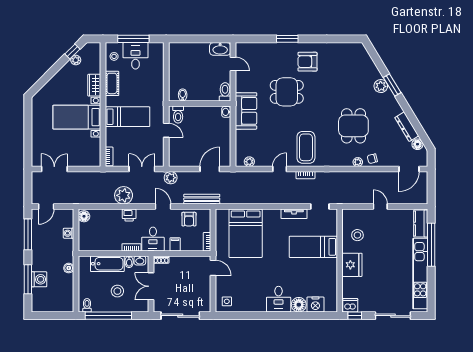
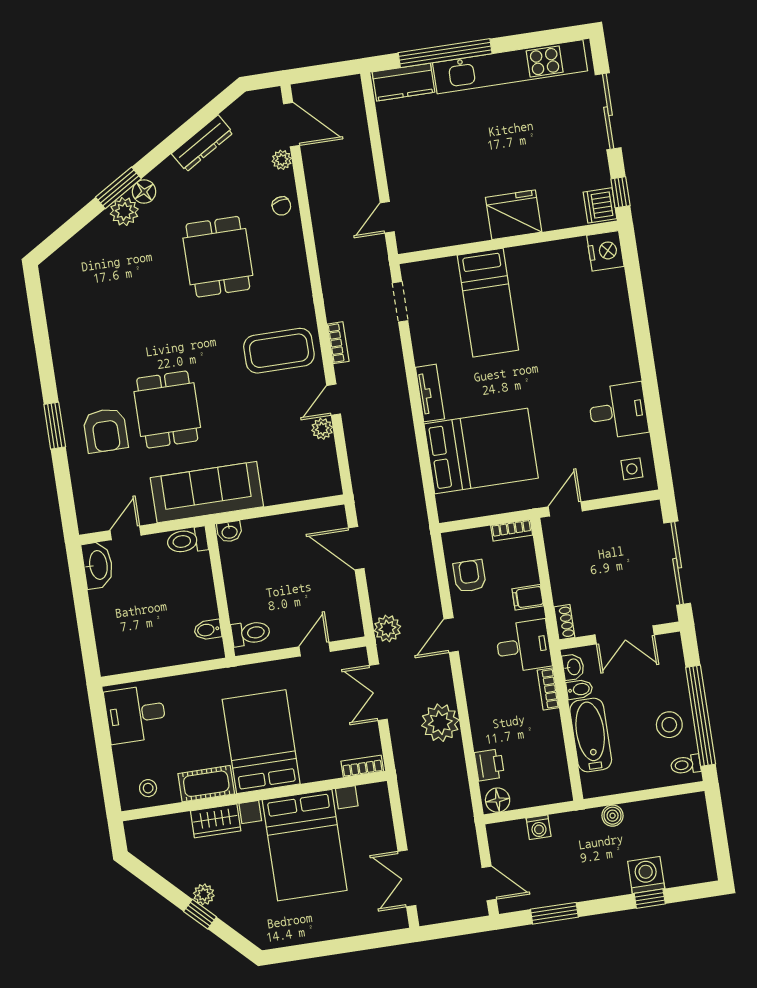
window: (133, 39) -> (105, 753), removed
window: (72, 52) -> (200, 914), moved
desk: (135, 56) -> (135, 714), moved
plant: (76, 60) -> (204, 894), moved
armchair: (307, 62) -> (106, 430), moved
sofa: (246, 111) -> (207, 492), width x1.36
bed with nightstands: (77, 117) -> (305, 845), width x1.36
bed: (127, 117) -> (261, 742), width x1.50
dining table: (353, 126) -> (218, 257), turned 90
door: (166, 130) -> (315, 649), moved
floor lamp: (417, 144) -> (144, 192), moved
plant: (249, 162) -> (322, 429), moved
plant: (358, 162) -> (282, 160), moved
door: (280, 169) -> (334, 400), hinge flipped
bench: (202, 199) -> (423, 555), removed
door: (380, 207) -> (387, 217), moved
tv unit: (294, 214) -> (430, 393), moved
printer: (129, 215) -> (489, 765), moved
armchair: (189, 219) -> (470, 576), turned -90
window: (28, 234) -> (554, 913), width x0.69
stool: (357, 235) -> (449, 213), removed
window: (28, 279) -> (650, 899), width x0.46
stool: (117, 291) -> (669, 725), moved
desk: (279, 299) -> (618, 411), moved
nightstand: (315, 304) -> (605, 251), moved
floor lamp: (299, 305) -> (616, 315), removed

